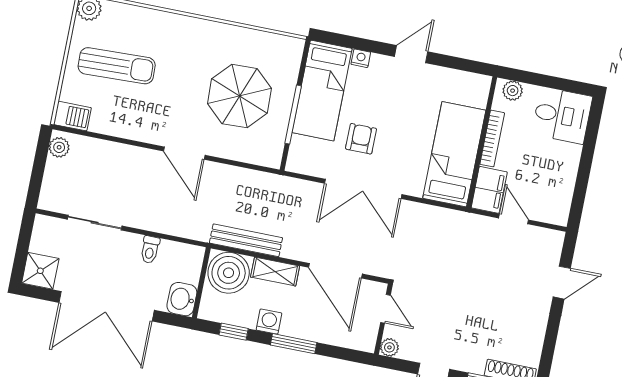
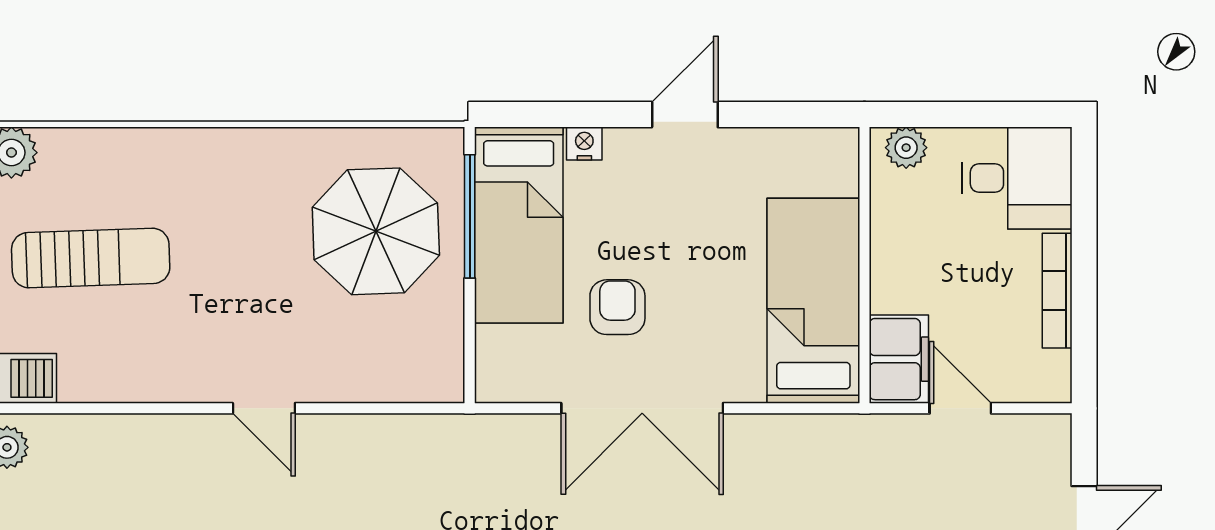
parasol: (239, 96) -> (376, 231), moved
window: (293, 115) -> (470, 216), moved
bookcase: (492, 138) -> (1057, 291), moved, turned 180
door: (184, 153) -> (264, 408), width x0.73

